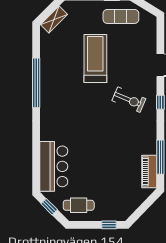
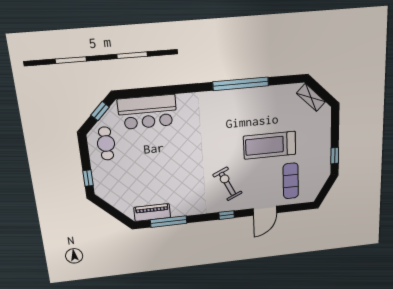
exercise mat: (121, 16) -> (291, 181), moved
treadmill: (95, 59) -> (270, 145), turned 180
exercise bike: (129, 100) -> (227, 184), turned 132

